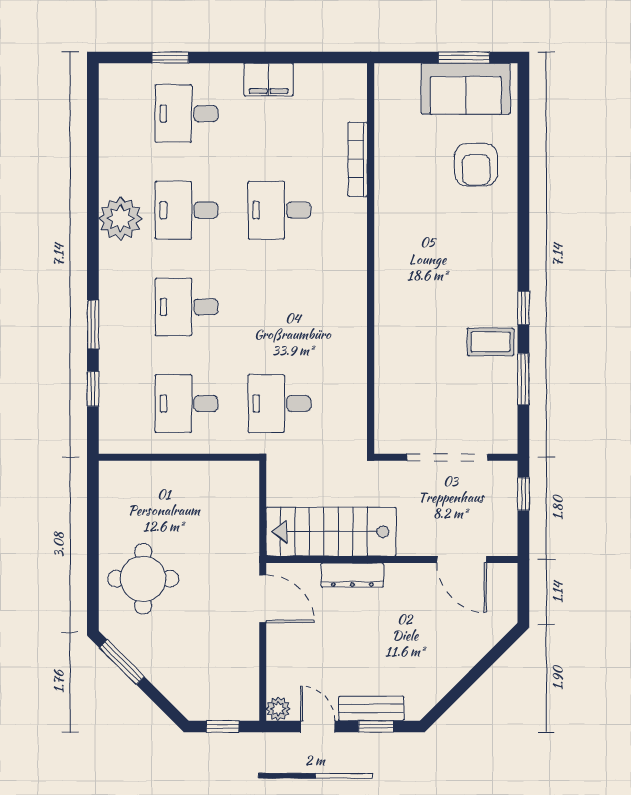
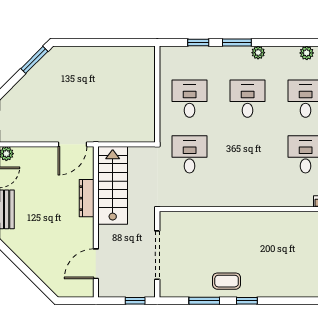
plant: (121, 218) -> (307, 53), width x0.53, depth x0.53
plant: (110, 289) -> (258, 53), added
coffee table: (491, 342) -> (227, 281), turned 90
round table: (143, 579) -> (84, 73), removed

